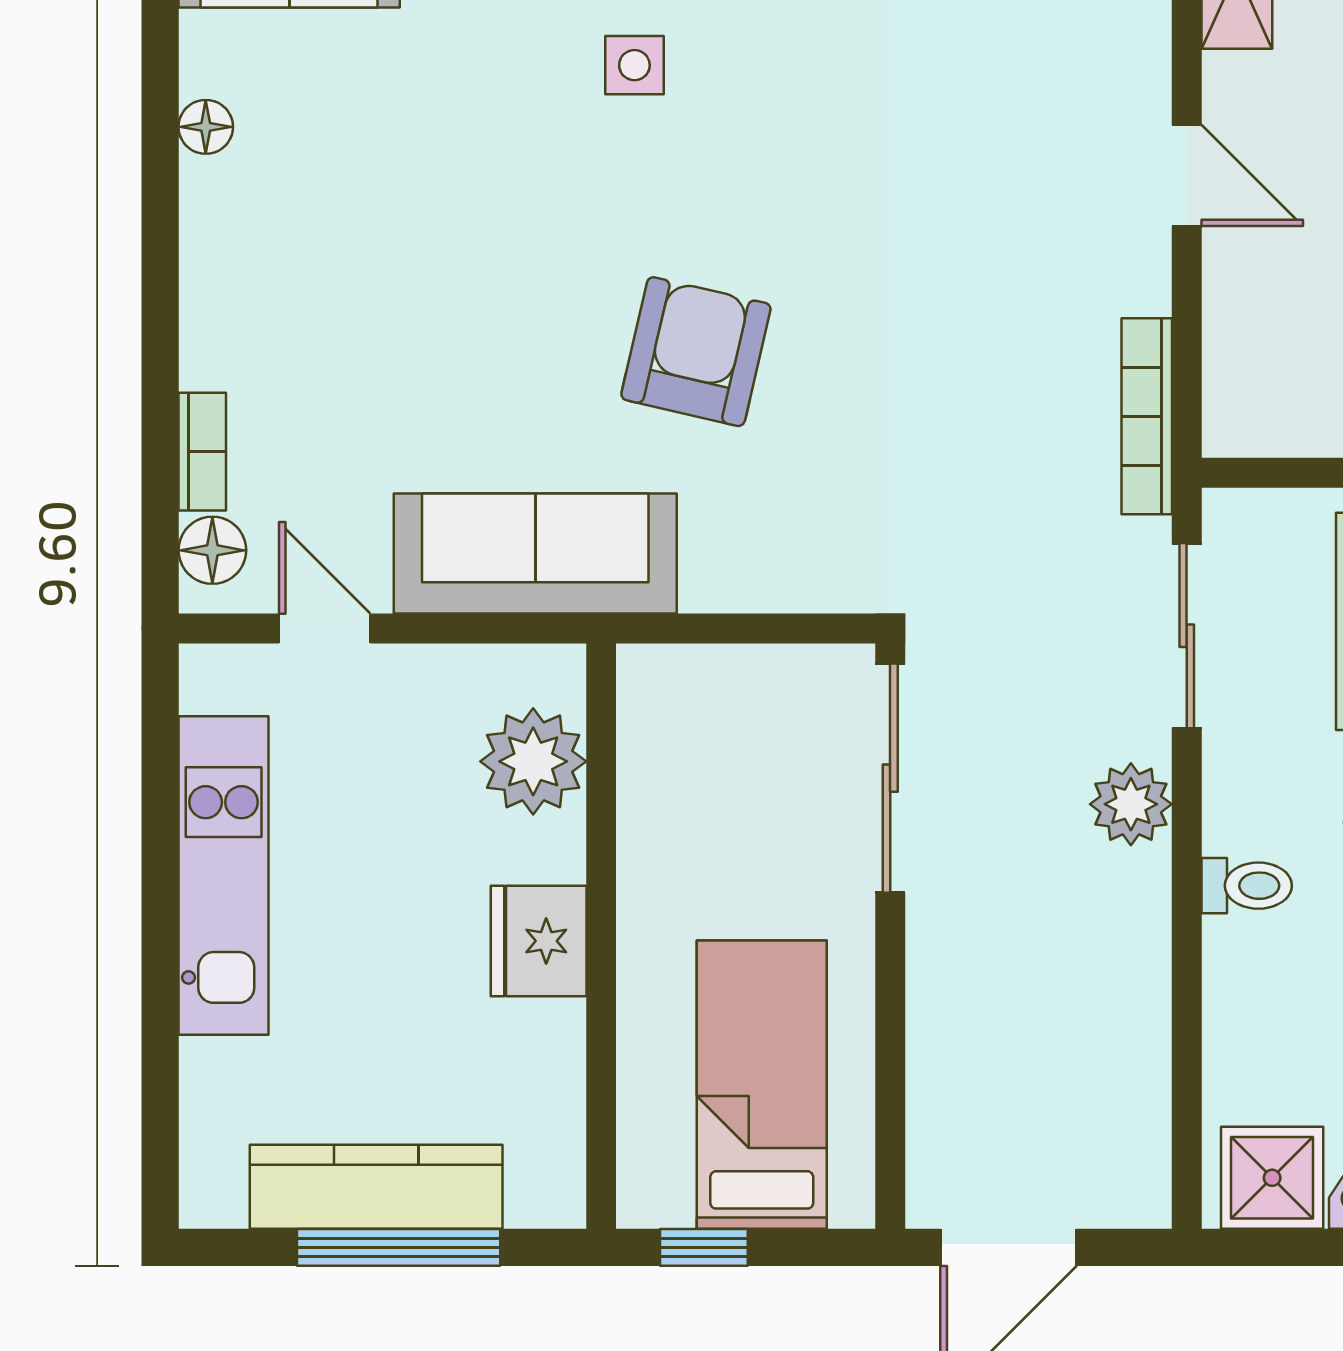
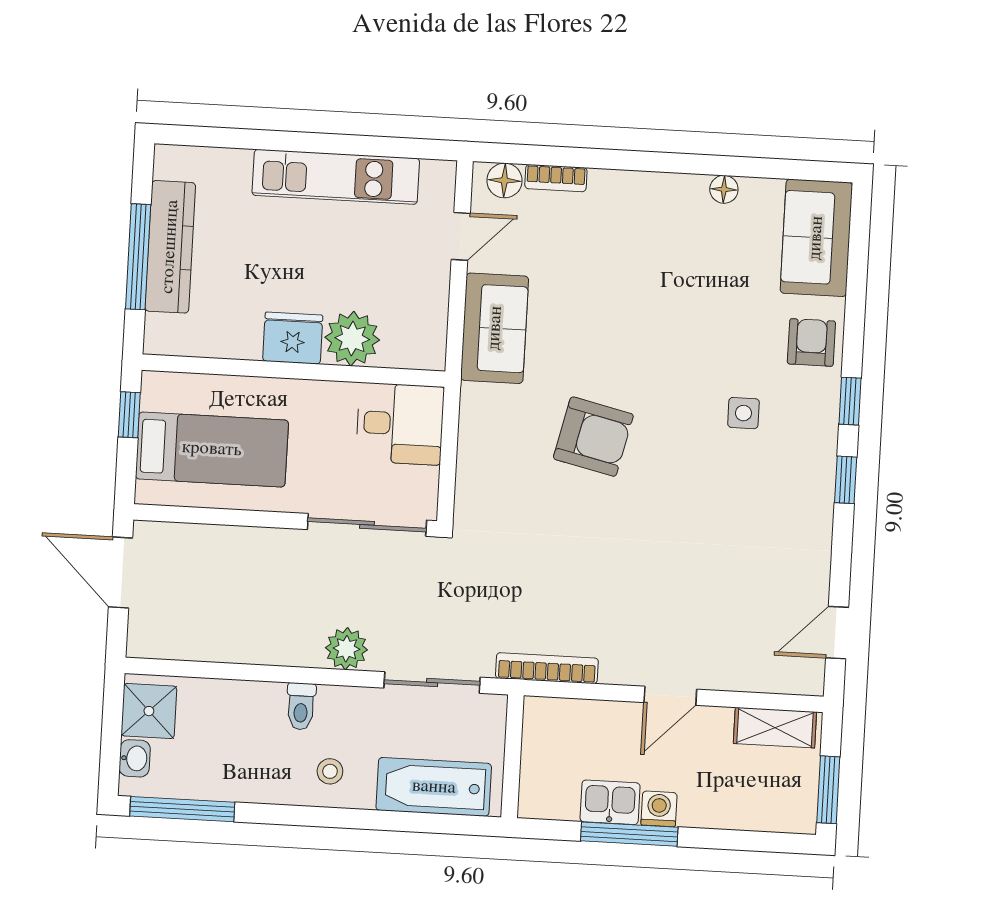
sofa: (535, 554) -> (495, 328), width x0.73
desk: (692, 725) -> (400, 424), added
plant: (533, 761) -> (352, 339), moved

